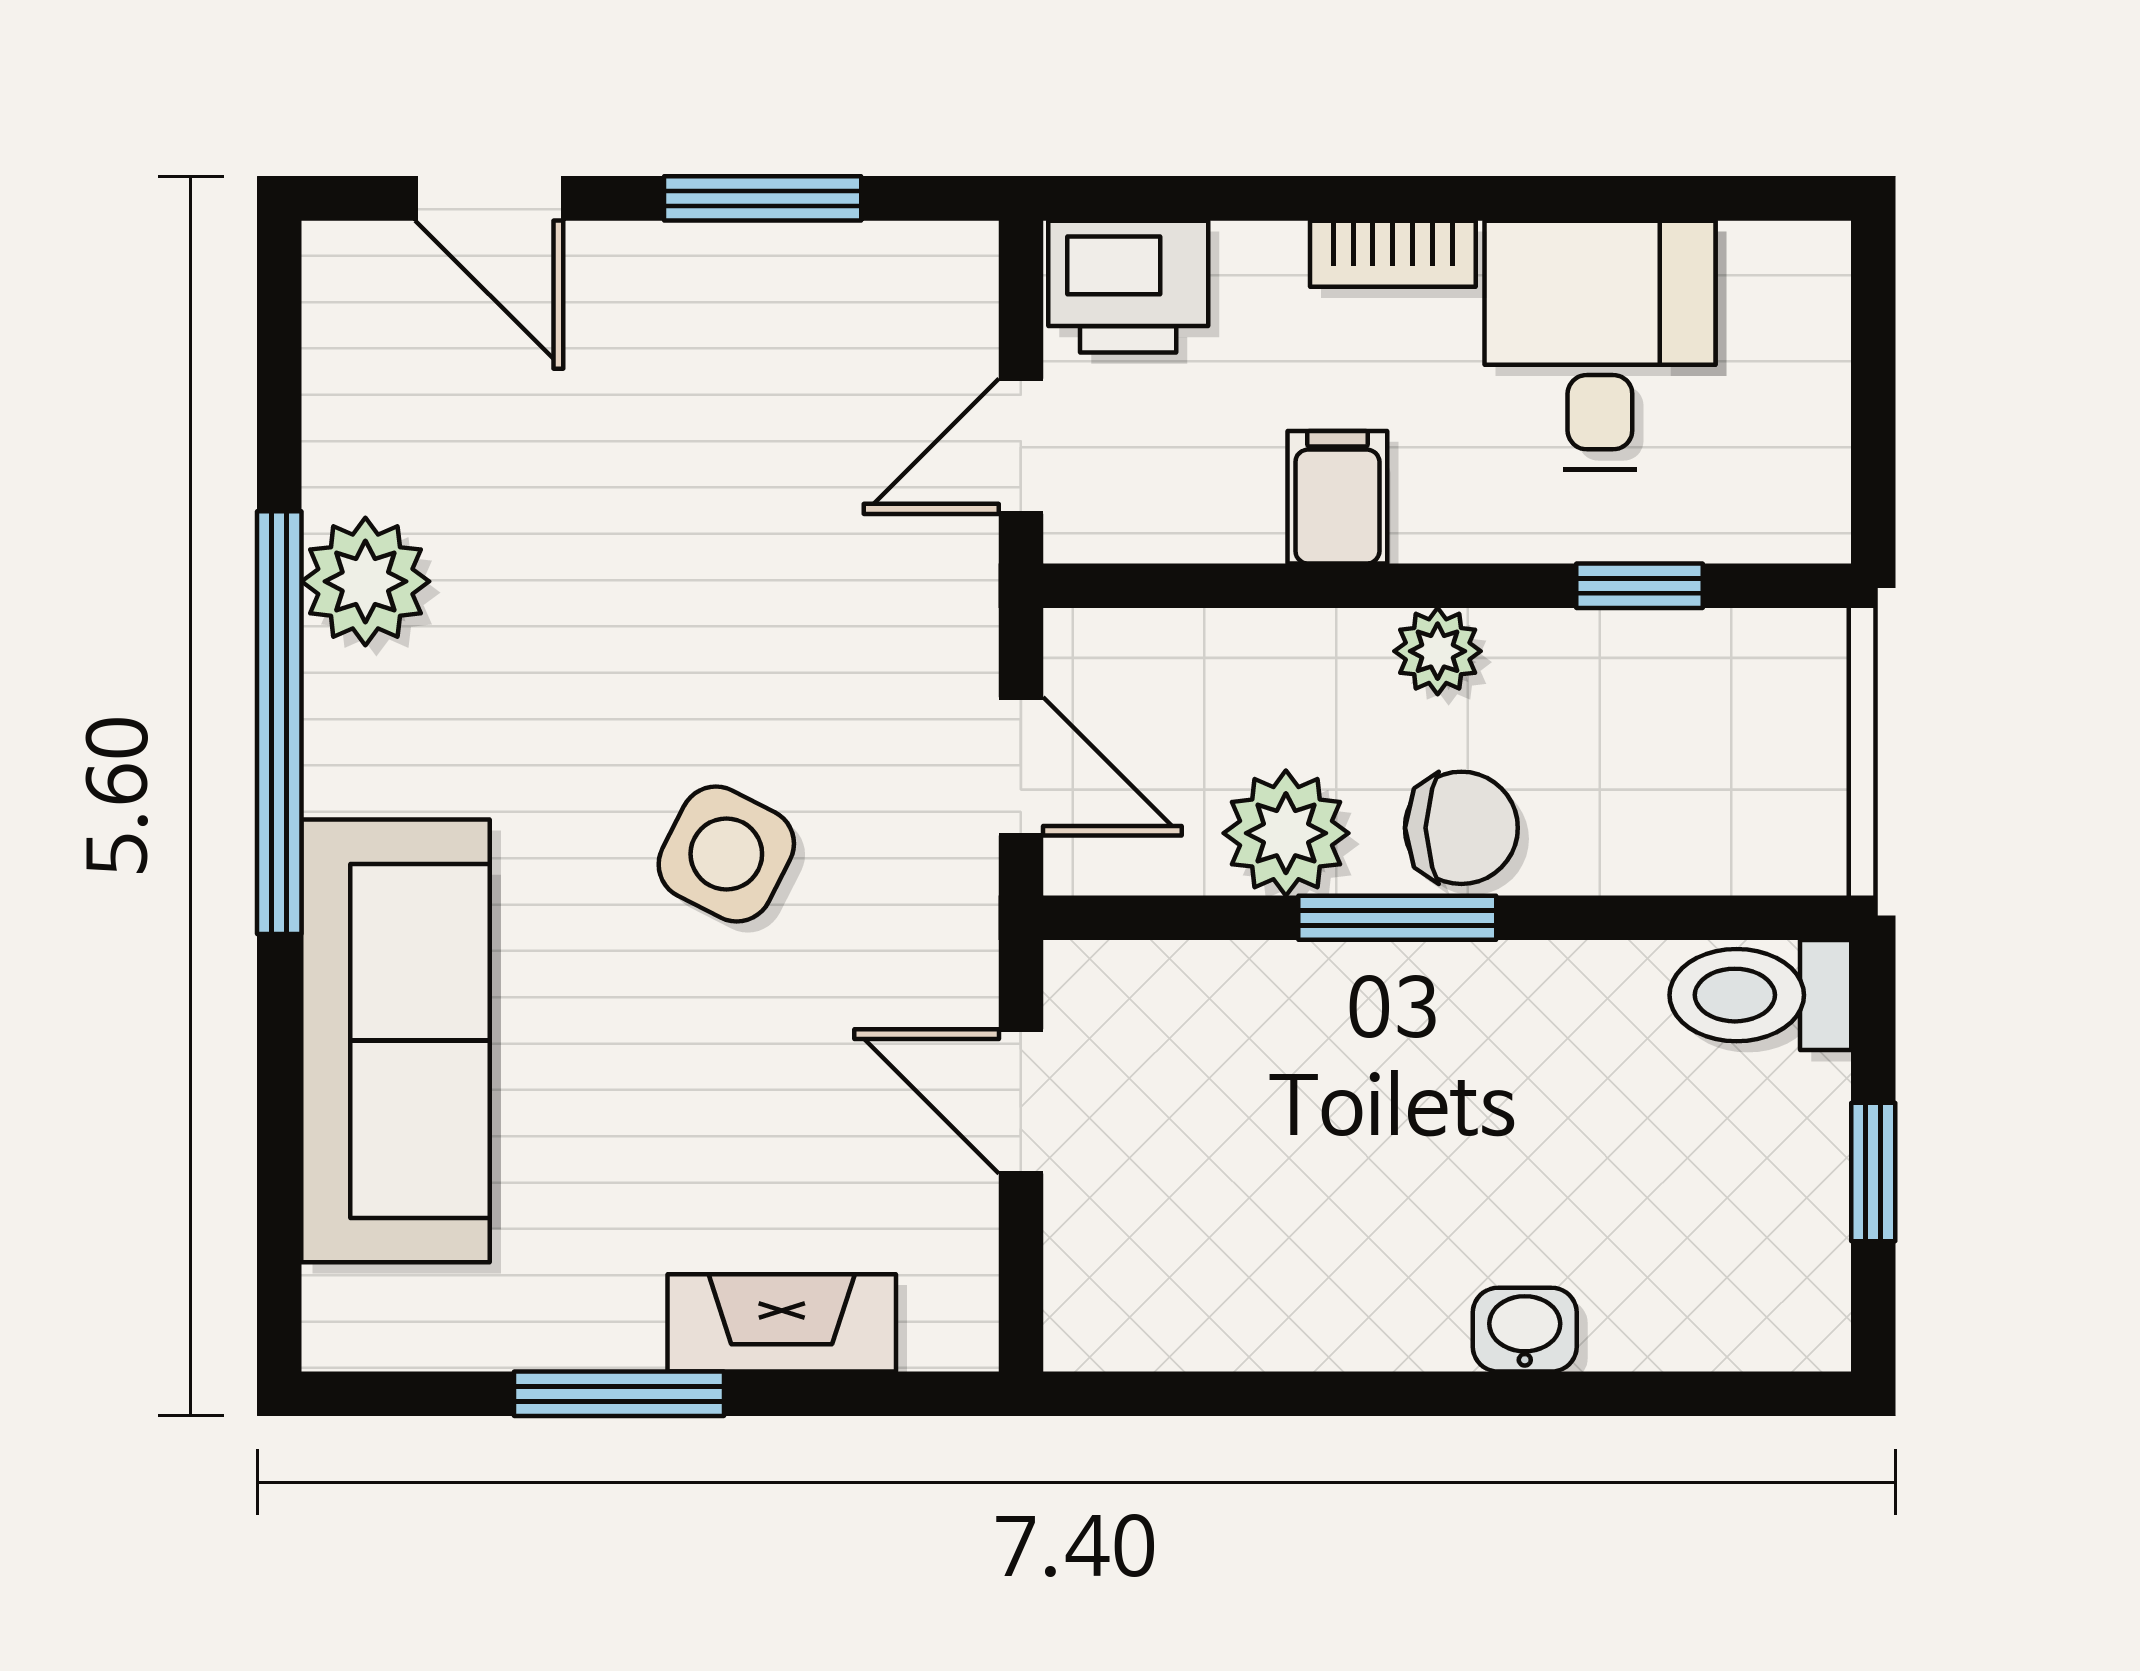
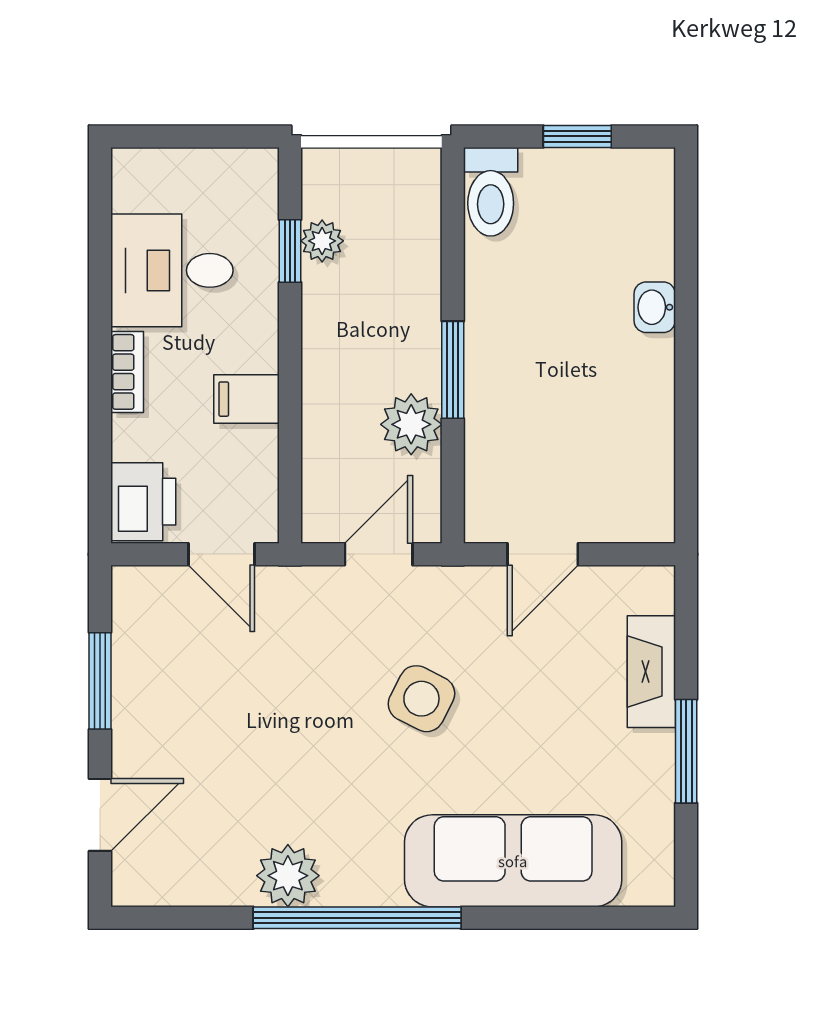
plant: (1438, 651) -> (322, 241), moved
chair: (1461, 828) -> (409, 338), removed

